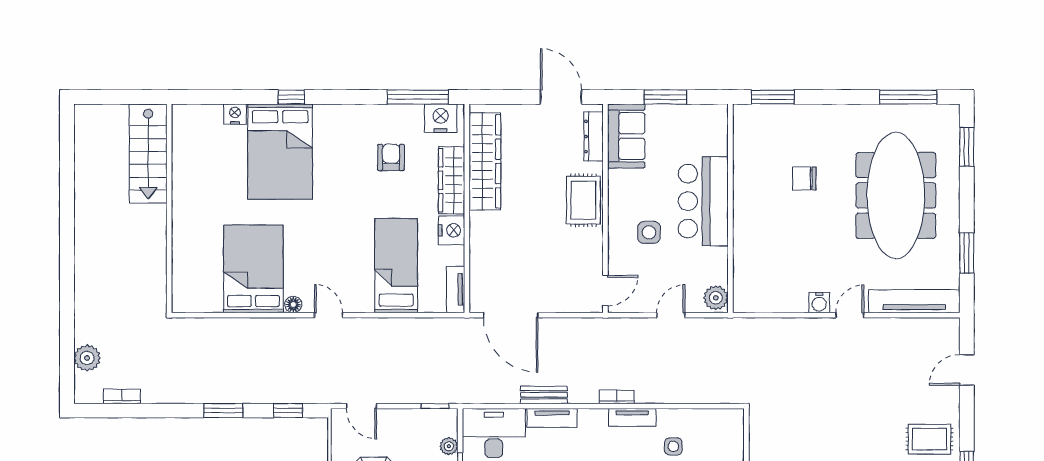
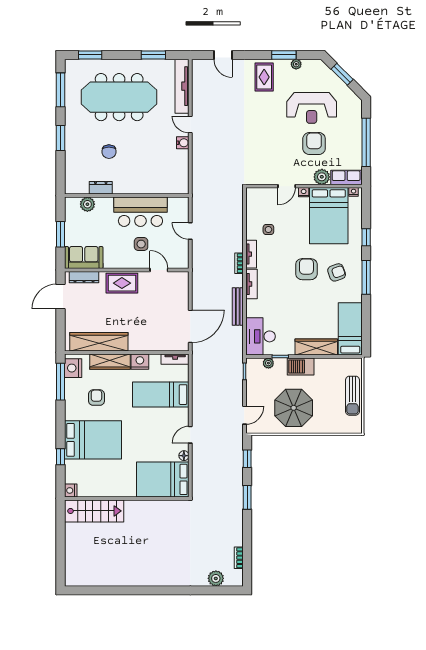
window: (773, 97) -> (61, 138), moved
bed: (280, 152) -> (93, 440), moved
stairs: (148, 154) -> (94, 511), moved
armchair: (391, 157) -> (96, 398), turned 90
dresser: (743, 165) -> (101, 188), added
bar counter: (703, 201) -> (140, 212), moved
wall: (169, 208) -> (127, 498), moved
door: (605, 291) -> (159, 270), moved
plant: (716, 298) -> (87, 204), moved
bench: (544, 395) -> (238, 307), width x1.36
tv unit: (552, 418) -> (251, 284), moved

